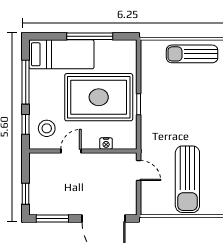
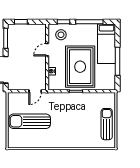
door: (71, 151) -> (47, 50), swing flipped

